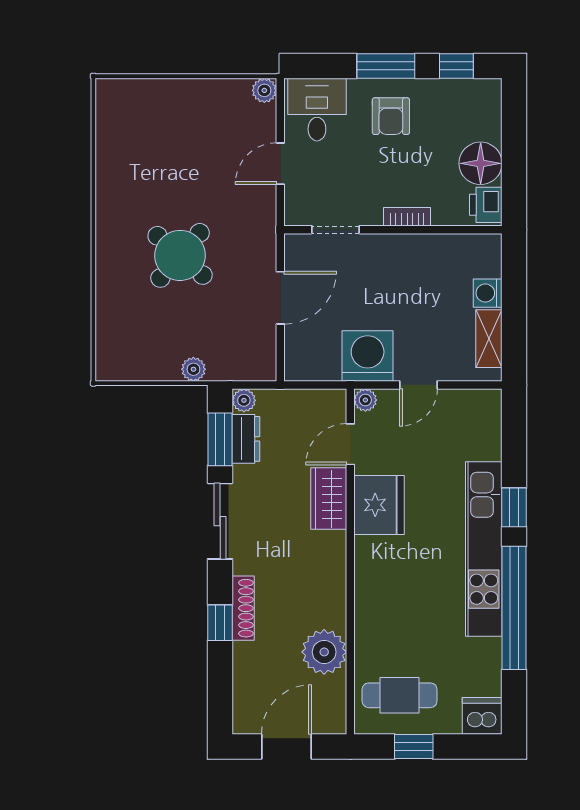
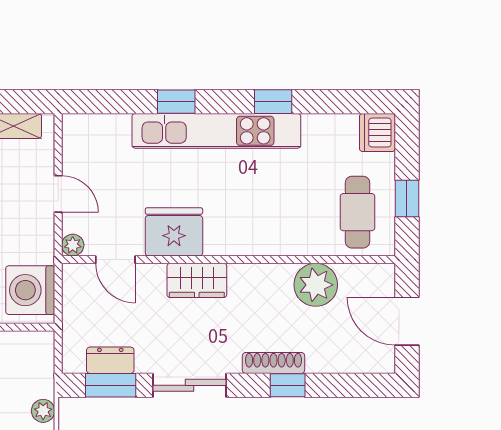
washing machine: (368, 356) -> (30, 290), moved
plant: (244, 400) -> (73, 362), removed
wardrobe: (329, 499) -> (197, 280), moved
window: (514, 608) -> (273, 102), width x0.32

